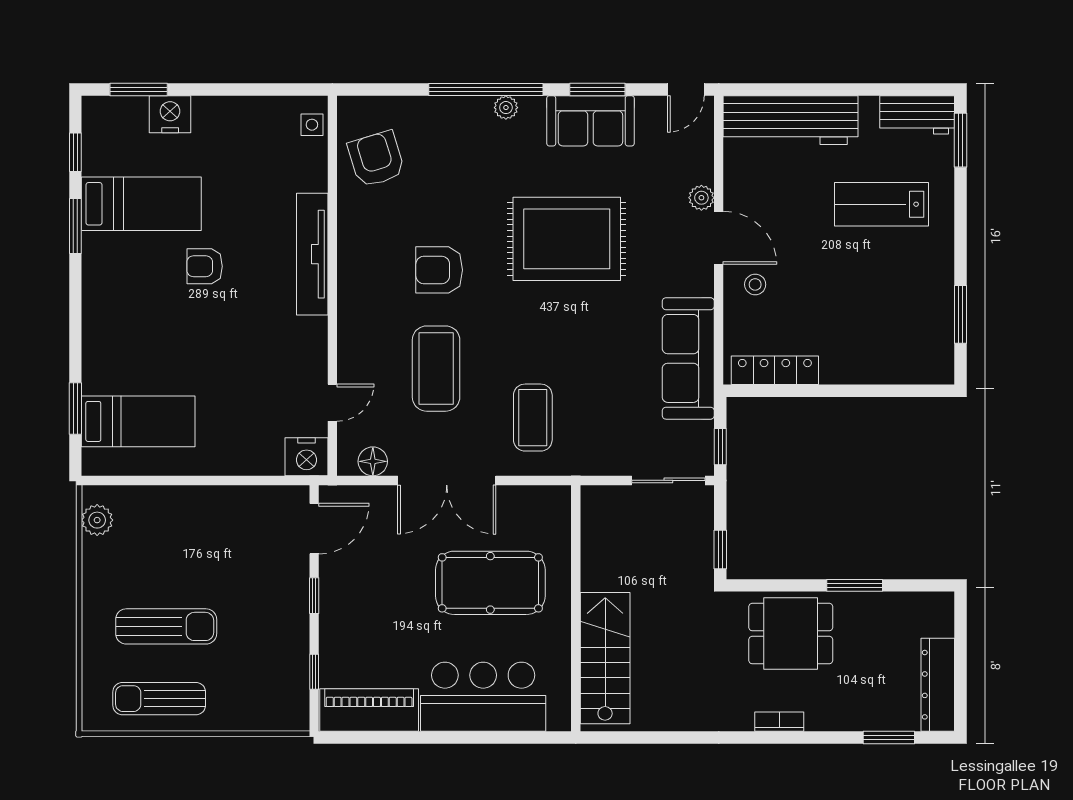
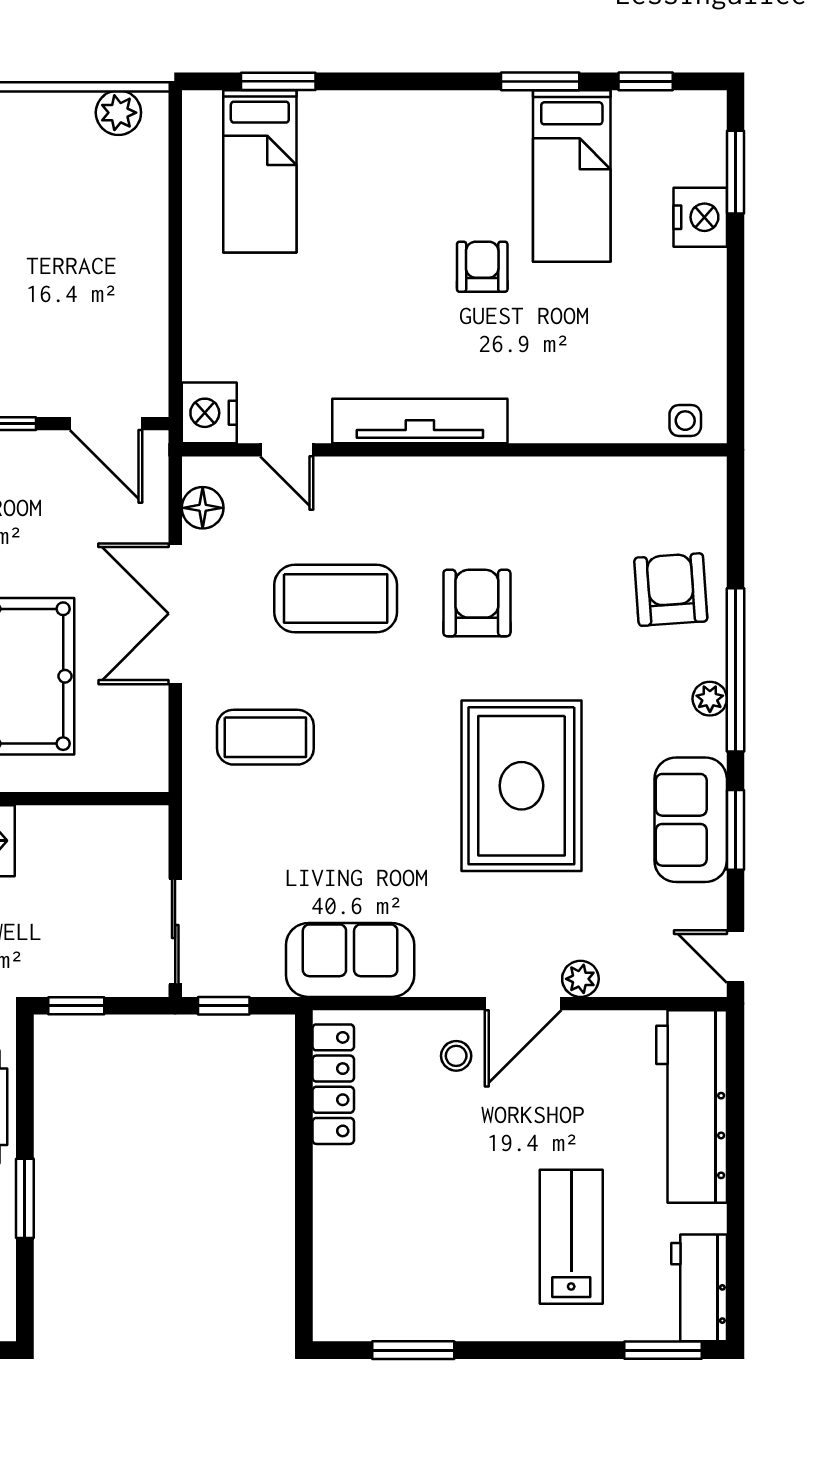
armchair: (376, 159) -> (671, 590), moved, turned -77
tv unit: (312, 254) -> (420, 421), moved
sofa: (688, 358) -> (350, 960), width x0.73

